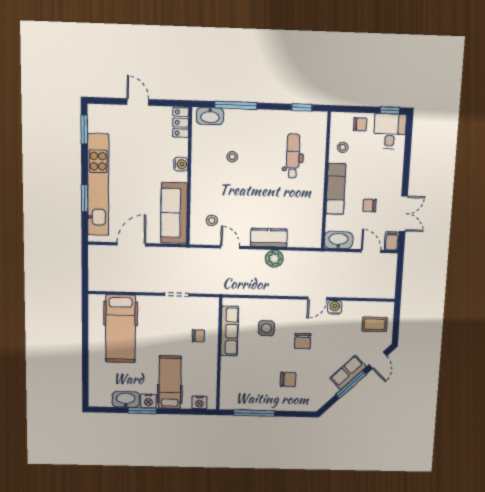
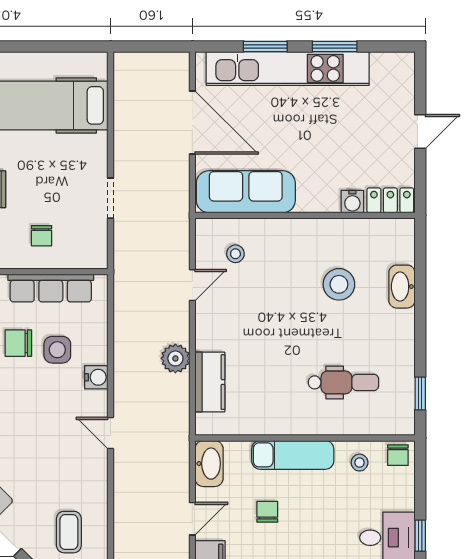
window: (236, 105) -> (420, 288), removed
washbasin: (210, 116) -> (402, 287), moved
chair: (360, 124) -> (398, 455), moved
window: (84, 129) -> (335, 46), moved
stool: (232, 157) -> (339, 284), width x1.89, depth x1.89
water cooler: (181, 164) -> (352, 202), moved
kitchen counter: (269, 238) -> (210, 382), moved
door: (131, 244) -> (192, 123), width x1.36
water cooler: (335, 307) -> (96, 377), moved
chair: (303, 341) -> (18, 343), moved

